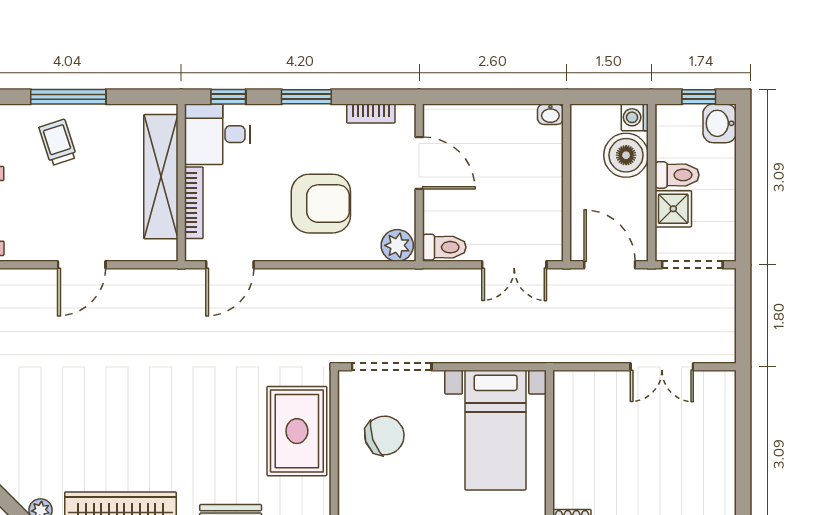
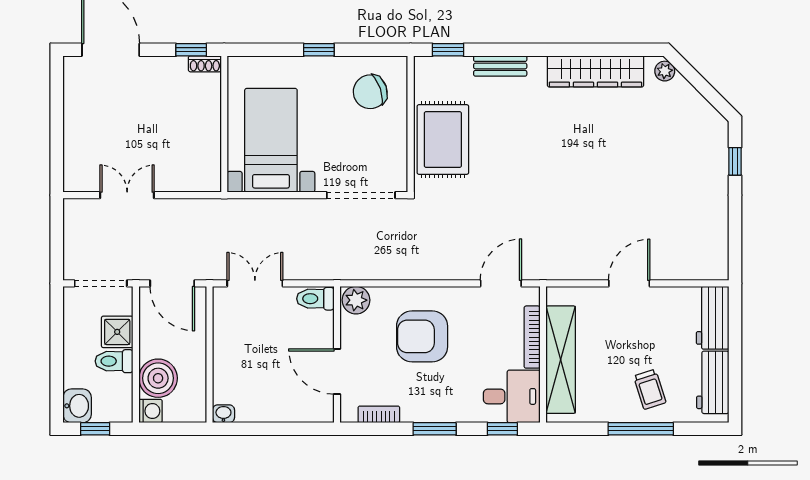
chair: (384, 436) -> (370, 92), moved

